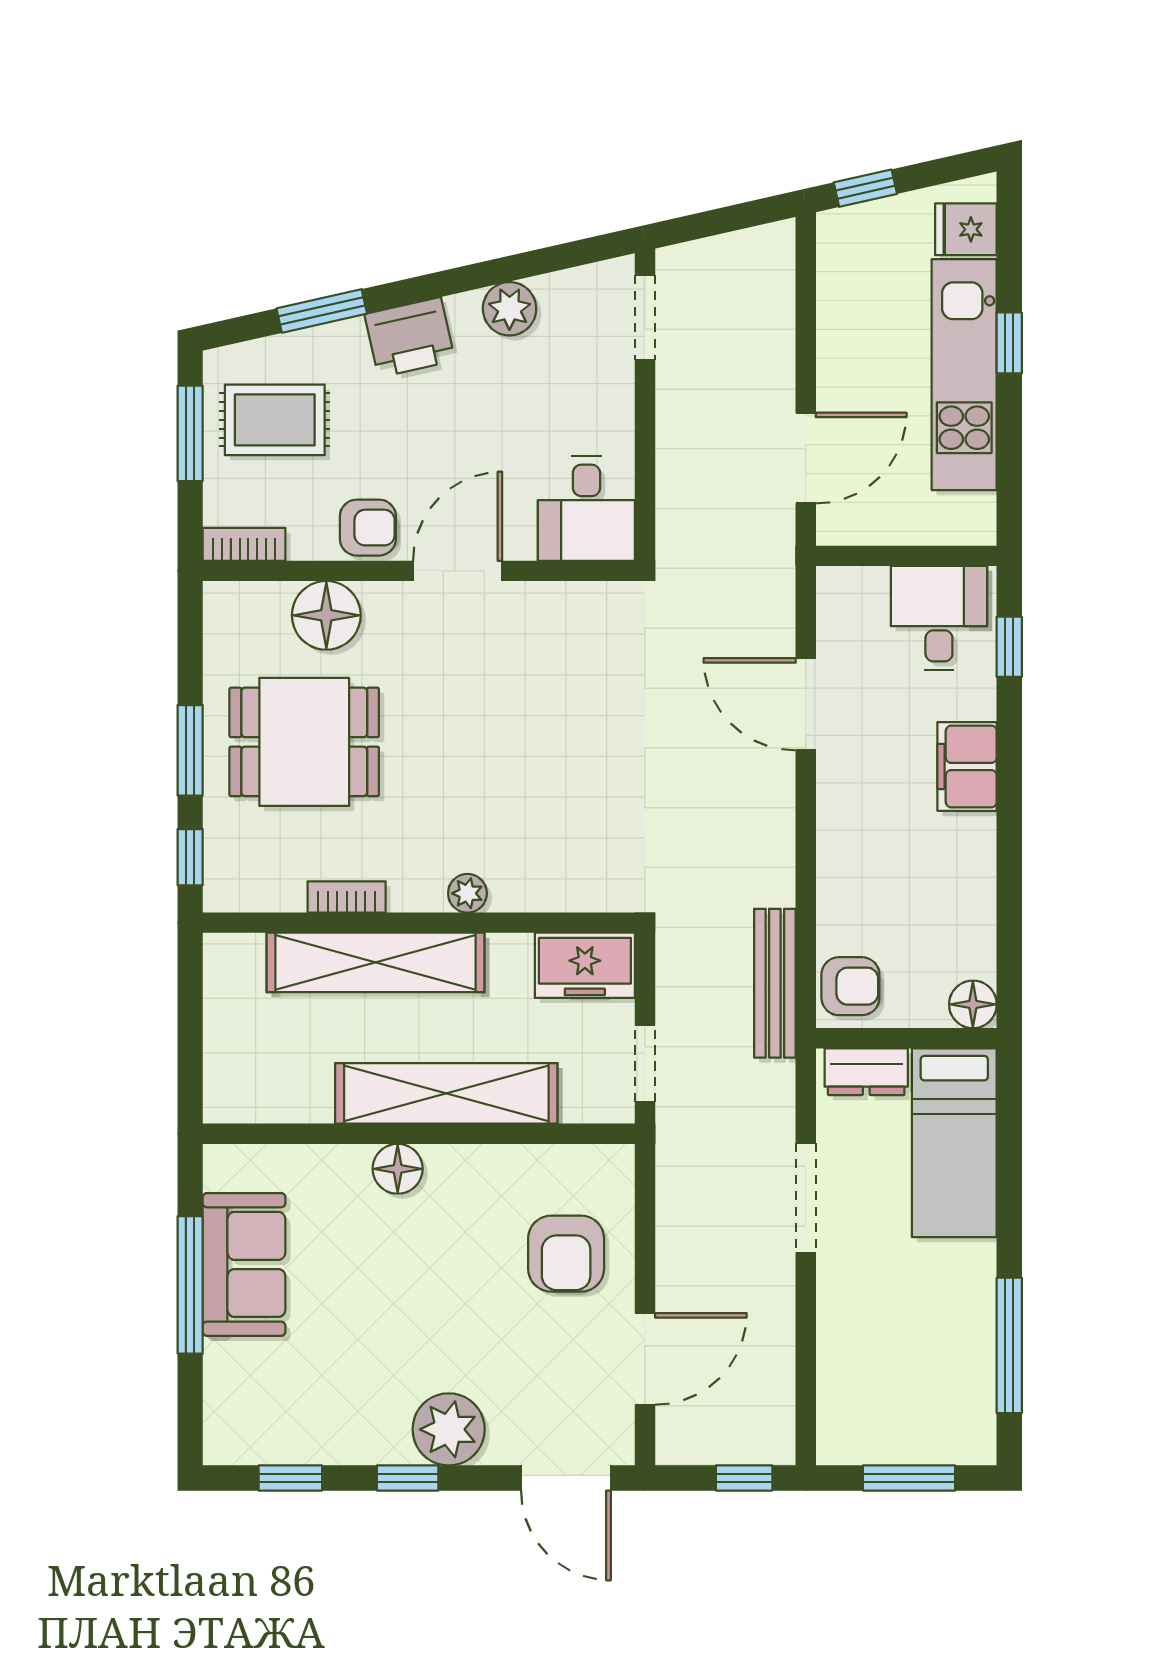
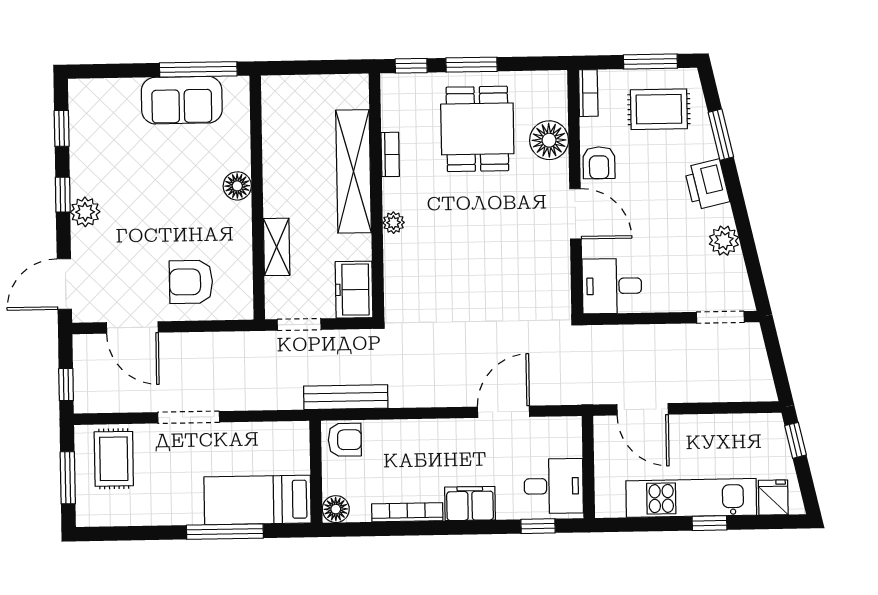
rug: (275, 420) -> (659, 109), turned 90
bookcase: (981, 878) -> (407, 512), added
armchair: (850, 986) -> (345, 440), turned -90
dresser: (866, 1072) -> (297, 449), removed
shelving: (446, 1093) -> (277, 247), width x0.45, depth x0.75
doorway: (806, 1198) -> (189, 417), moved
window: (190, 1285) -> (198, 69), moved
window: (1009, 1345) -> (225, 532), moved
rug: (877, 1396) -> (114, 459), added
plant: (449, 1429) -> (85, 212), width x0.73, depth x0.73

